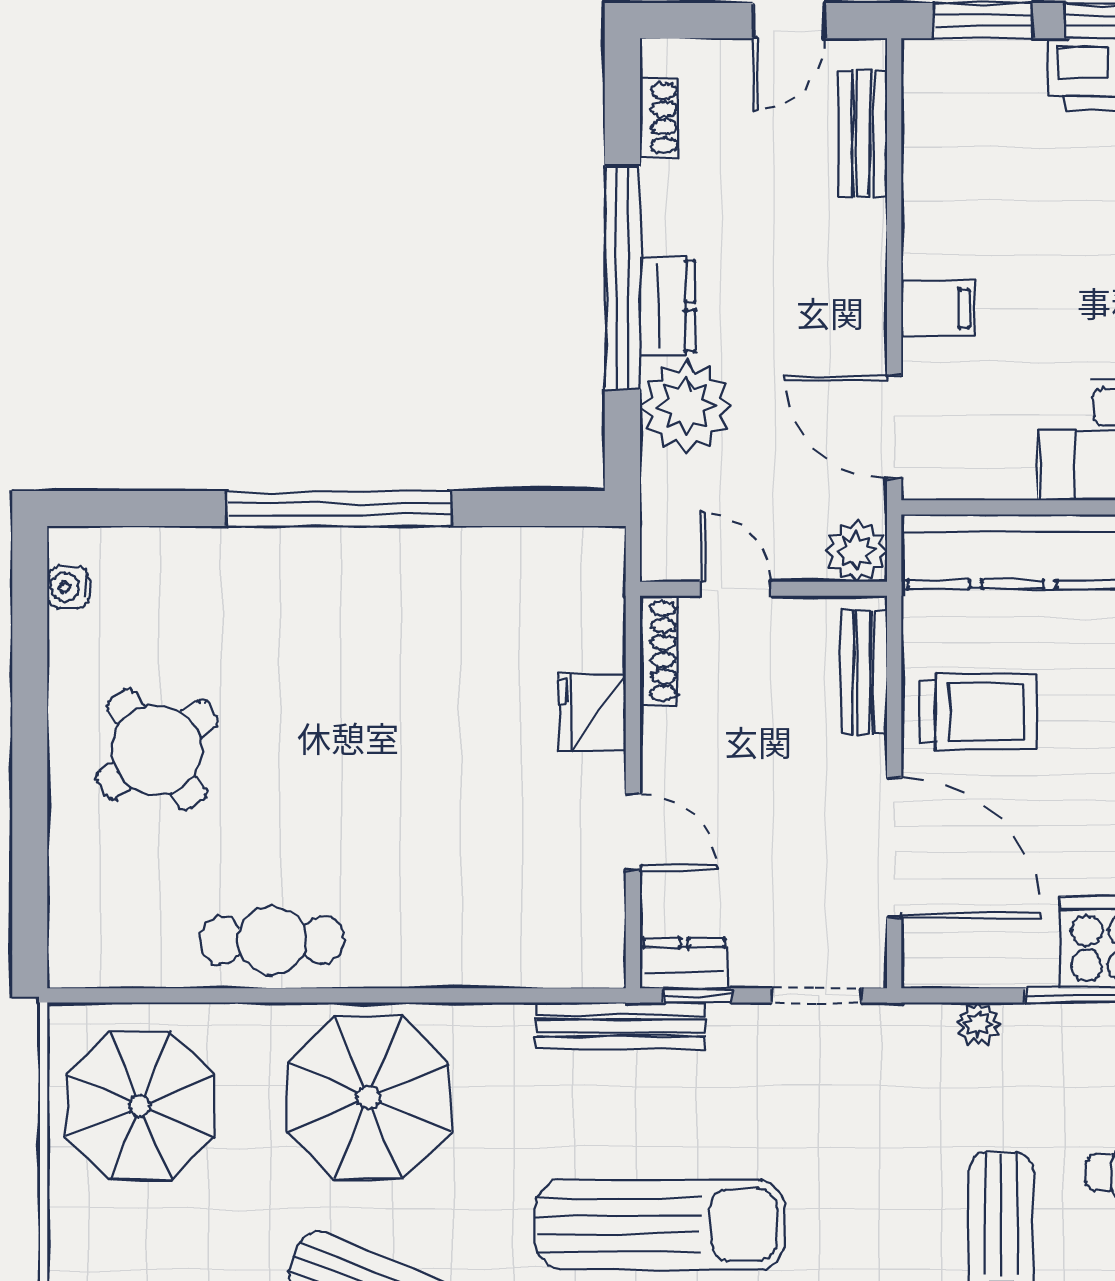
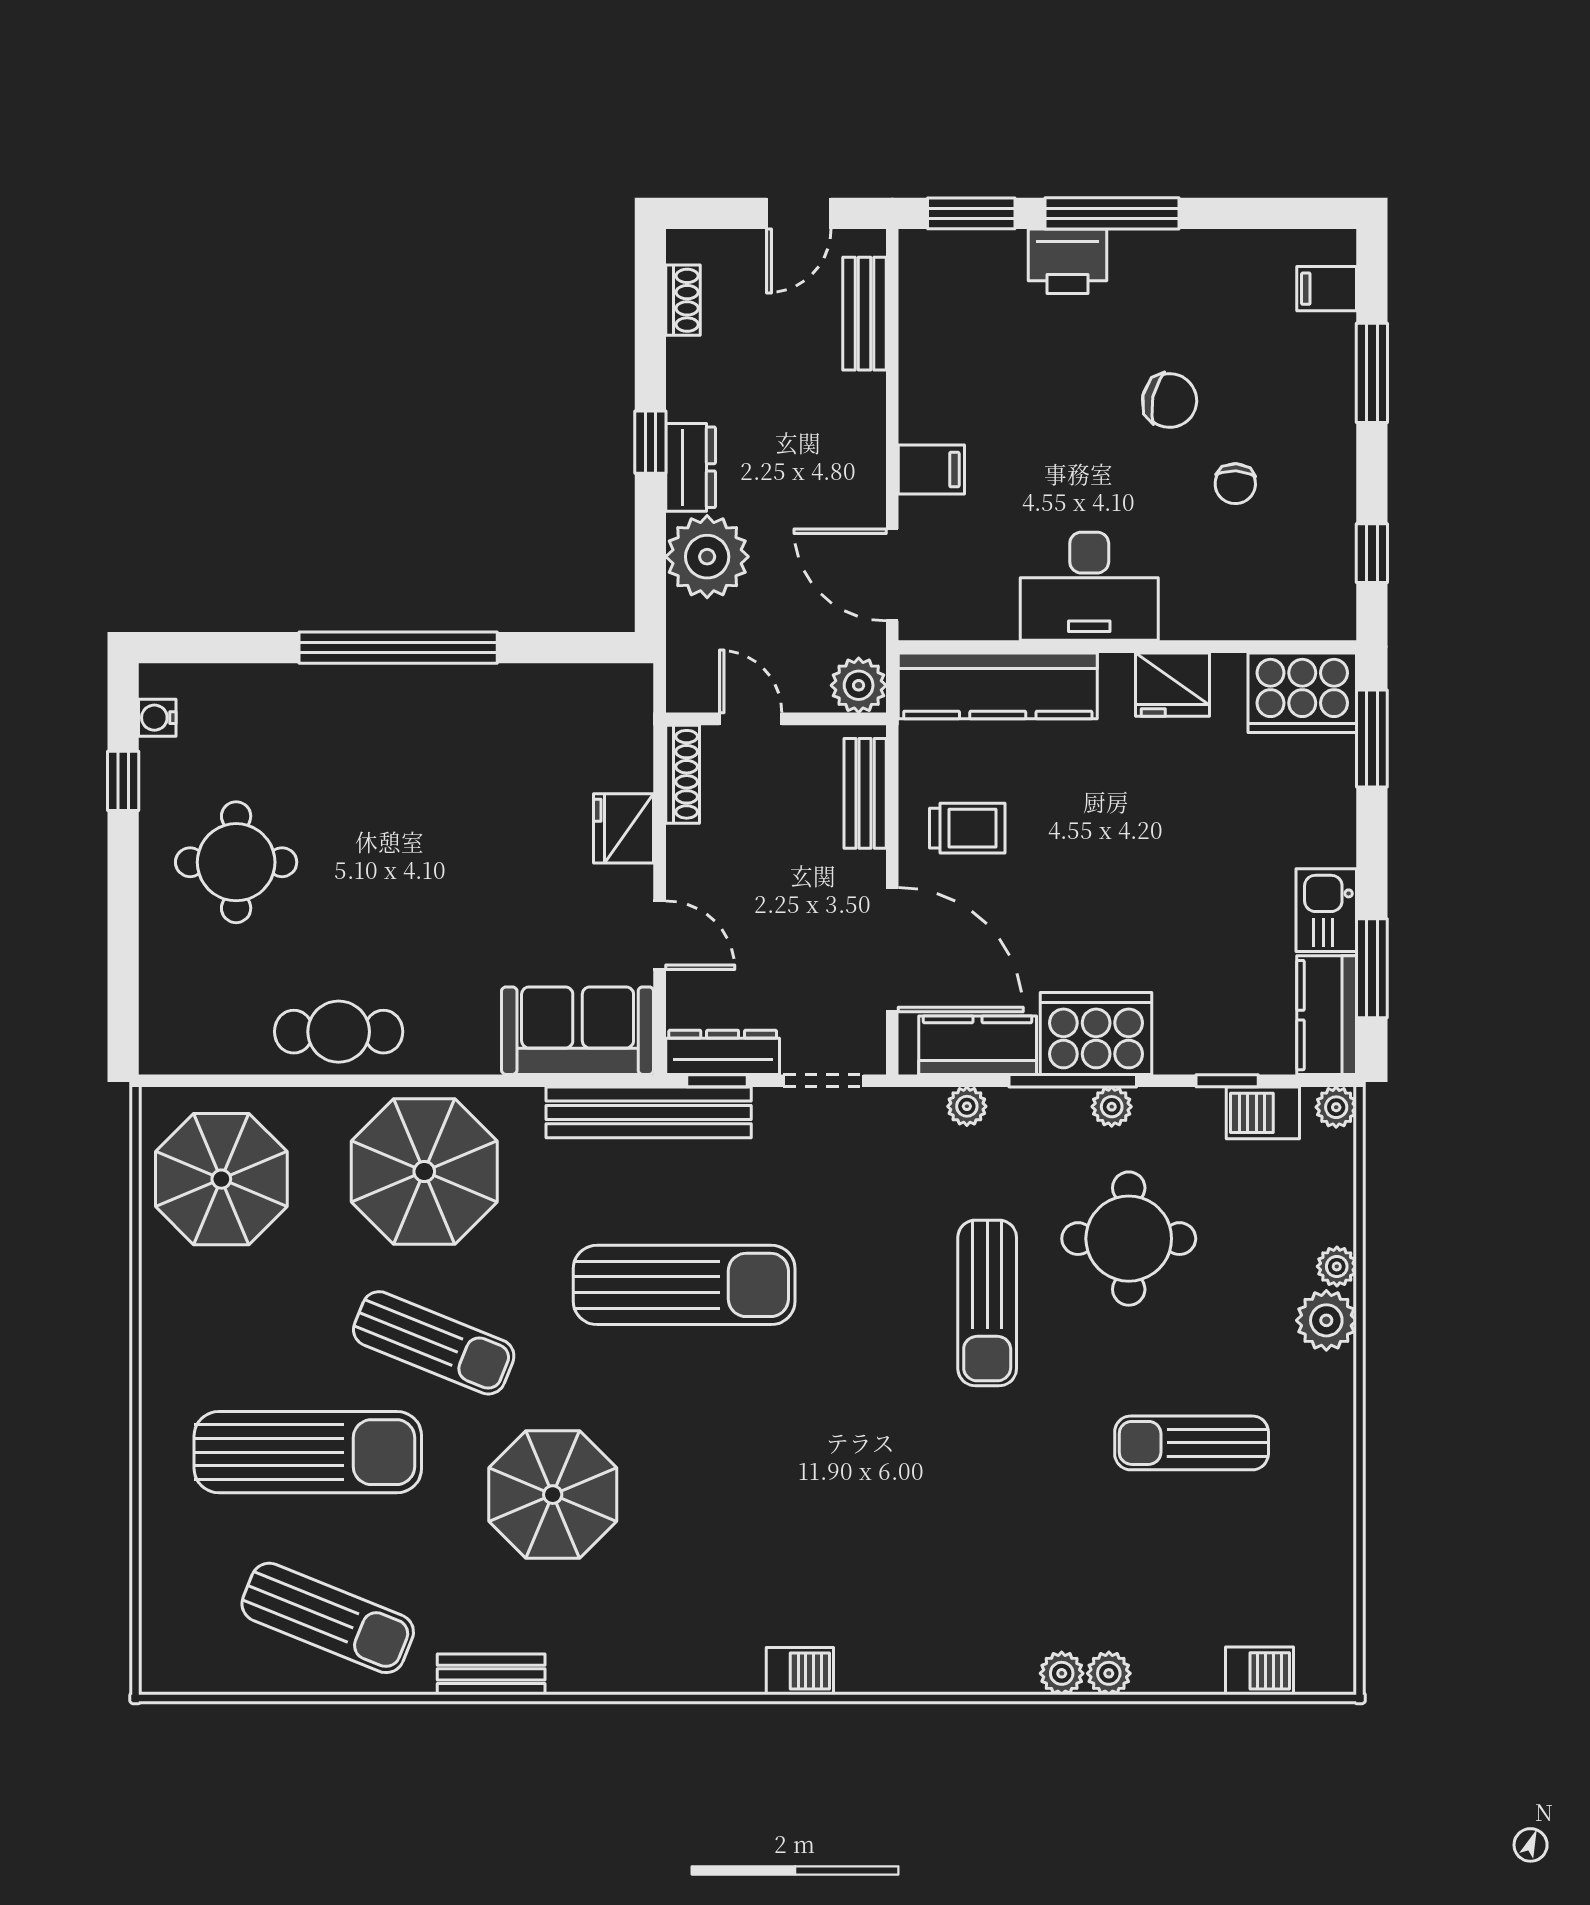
window: (622, 278) -> (650, 442), width x0.32
window: (30, 658) -> (123, 781), added
trolley: (978, 711) -> (967, 828), width x0.73, depth x0.72
round table: (157, 750) -> (236, 862), turned 36
sofa: (541, 939) -> (578, 1031), added
kitchen counter: (990, 955) -> (978, 1045), added
dresser: (684, 963) -> (723, 1052), width x1.44
bench: (620, 1026) -> (649, 1112), width x1.37, depth x1.21

